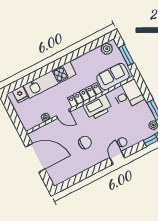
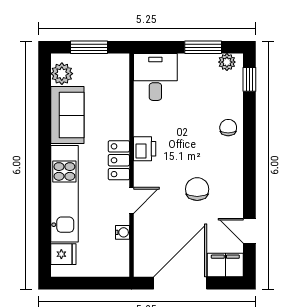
sofa: (113, 77) -> (67, 115), moved, turned 180
locker: (85, 95) -> (119, 160), width x0.66
printer: (98, 107) -> (145, 149), width x0.53, depth x0.68
door: (117, 158) -> (249, 231), moved
filing cabinet: (55, 175) -> (225, 265), added

